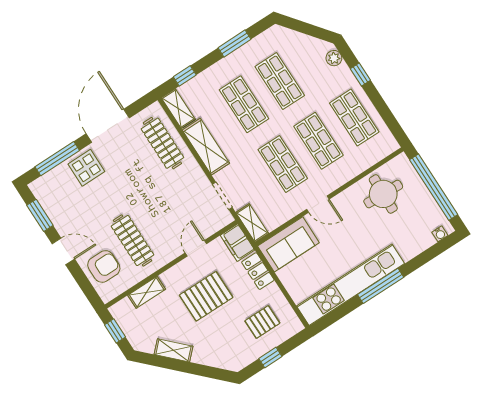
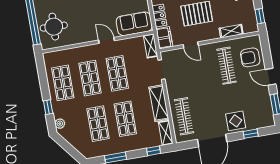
window: (57, 159) -> (251, 134), width x0.46
round table: (383, 194) -> (54, 27), moved
door: (196, 248) -> (191, 45), hinge flipped

